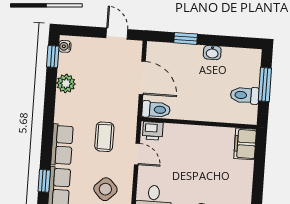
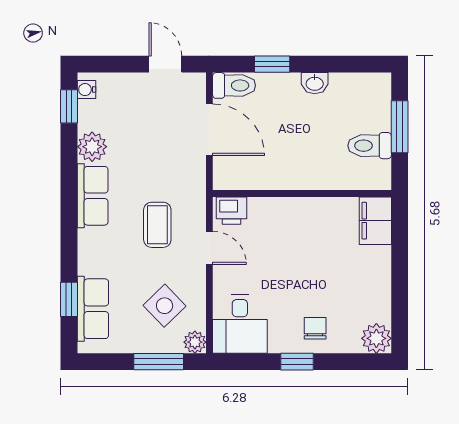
toilet: (156, 110) -> (234, 85), moved
row of seats: (62, 145) -> (93, 196), moved

